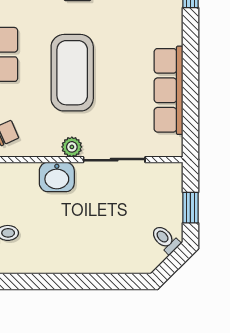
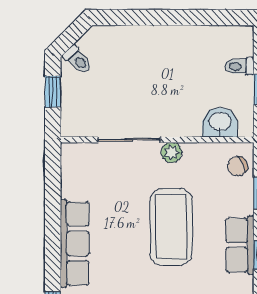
row of seats: (168, 90) -> (75, 243), moved
washbasin: (57, 177) -> (220, 122), moved

